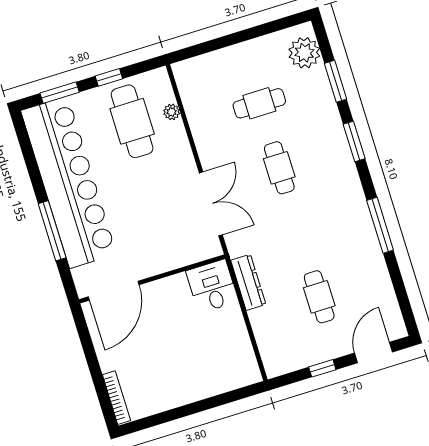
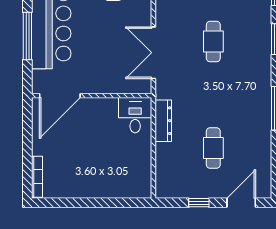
double door: (211, 204) -> (153, 53), swing flipped

